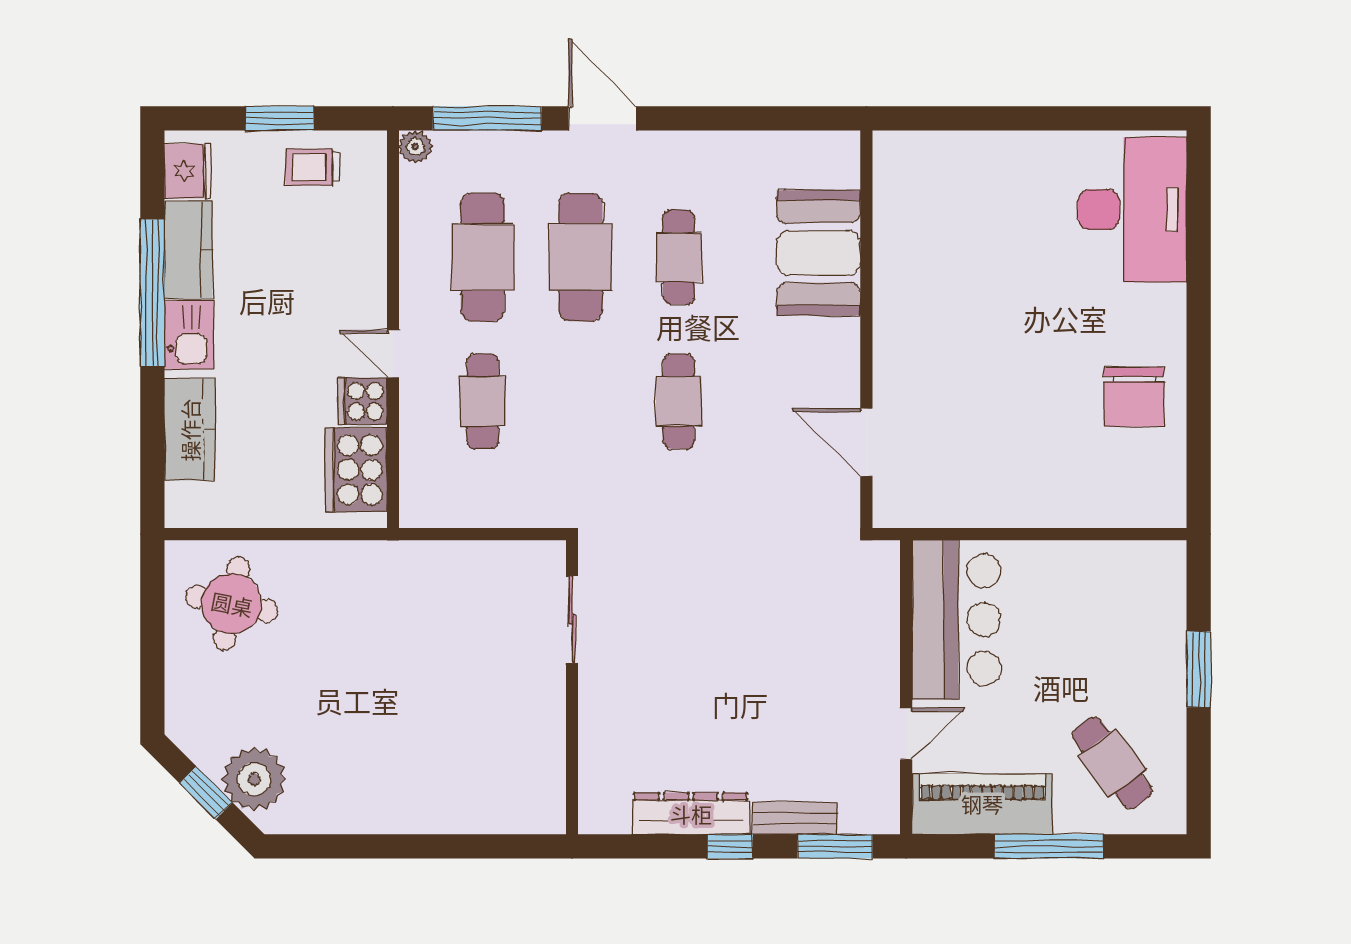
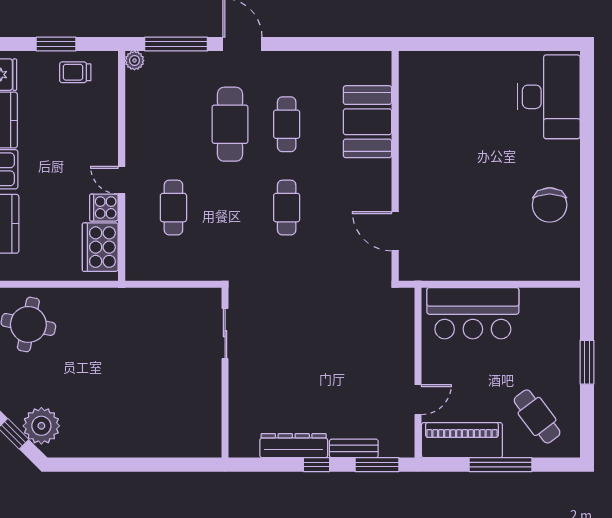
cafe table: (483, 257) -> (173, 124), removed
bar counter: (956, 620) -> (473, 313), moved, turned 90

